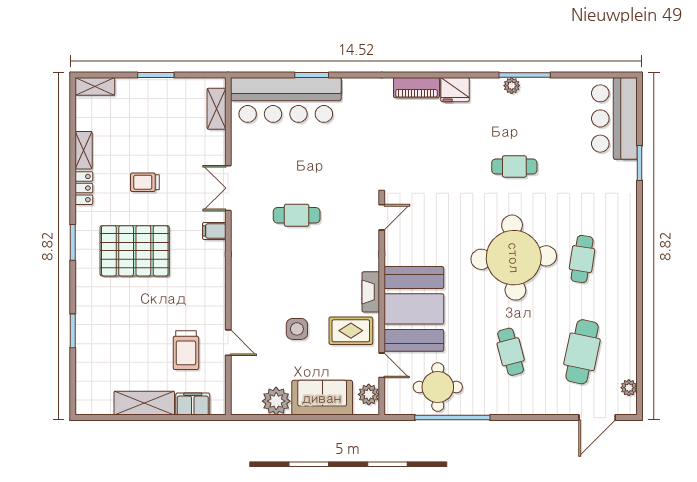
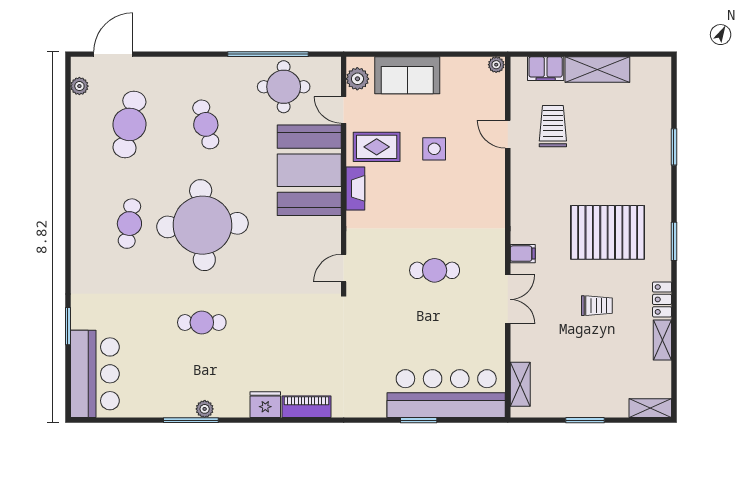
plant: (276, 401) -> (496, 65), moved, width x0.53, depth x0.53

